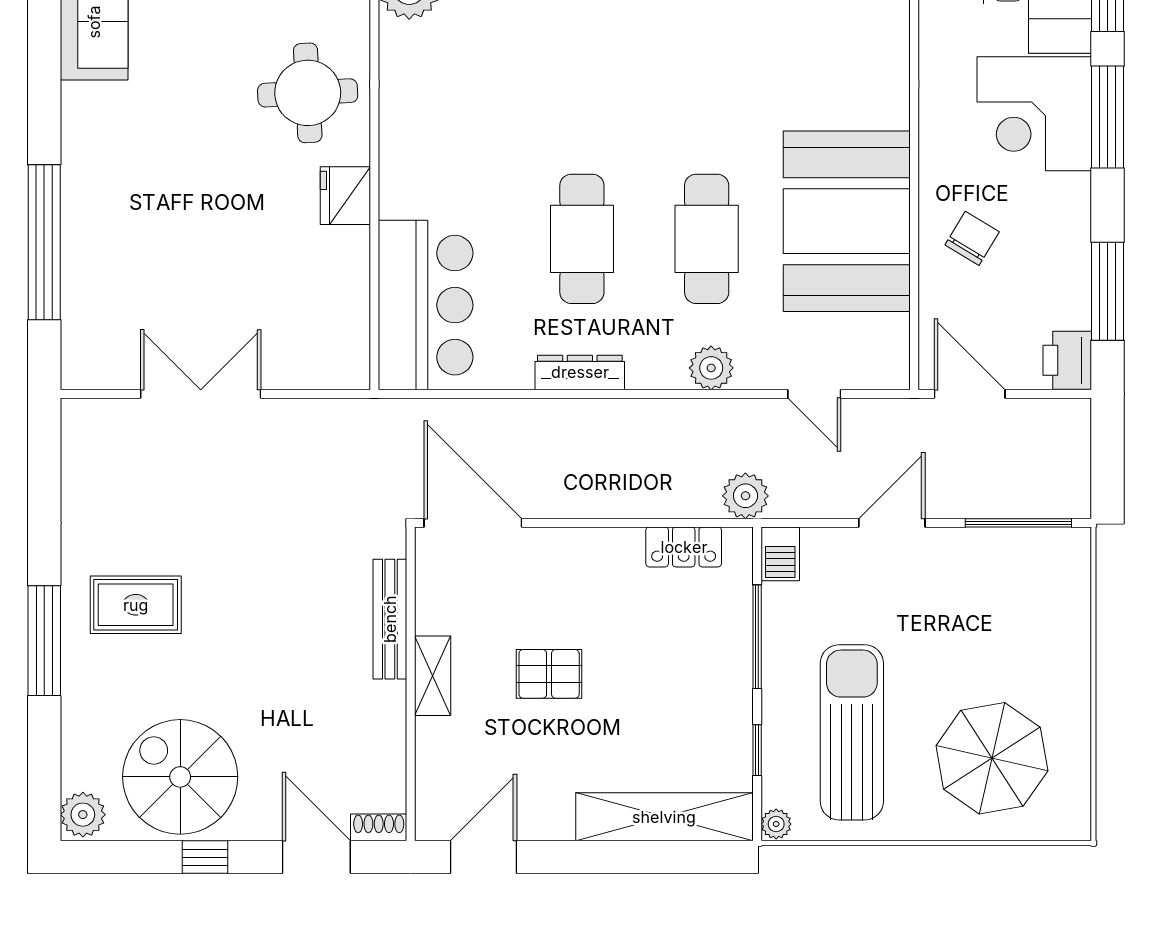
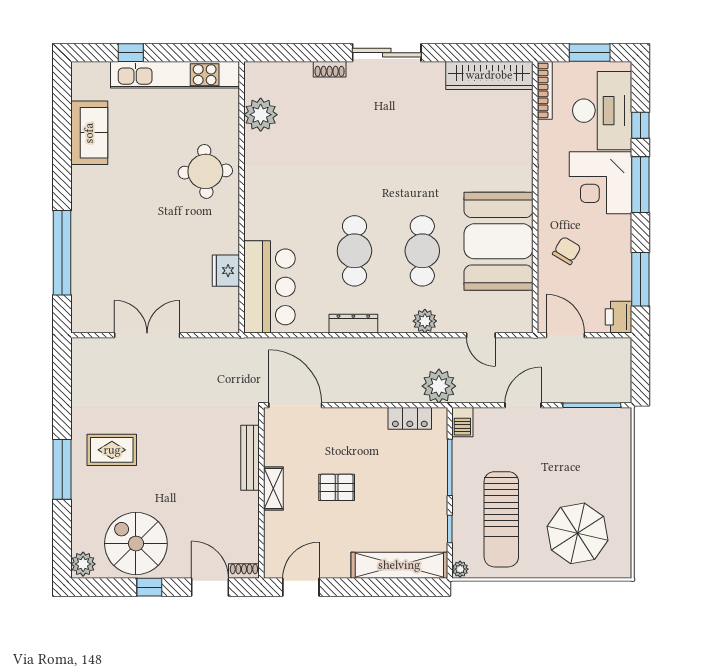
fridge: (345, 196) -> (226, 271), moved
plant: (745, 496) -> (439, 386), width x1.36, depth x1.36
sun lounger: (852, 732) -> (501, 519), turned 180

